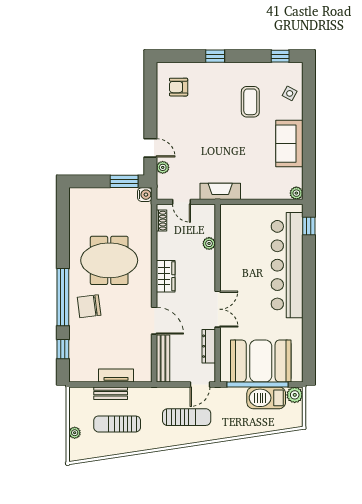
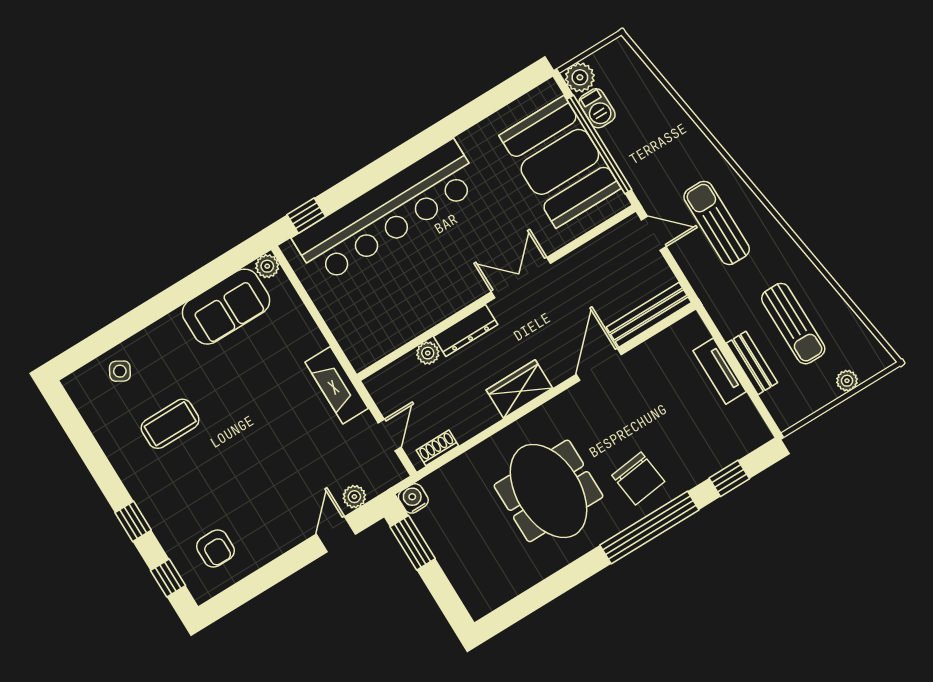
window: (280, 56) -> (168, 578), moved
sofa: (289, 144) -> (226, 307), moved
dresser: (209, 346) -> (466, 331), moved
barbecue: (266, 398) -> (597, 108), width x0.53, depth x0.65

